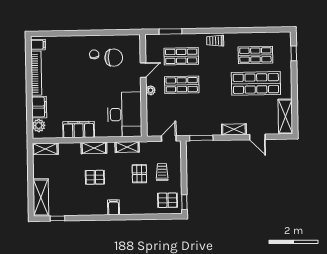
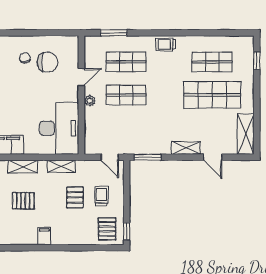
door: (169, 139) -> (110, 157), swing flipped
pallet: (167, 200) -> (107, 229), turned 90

